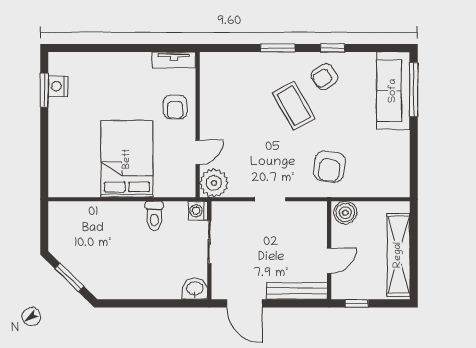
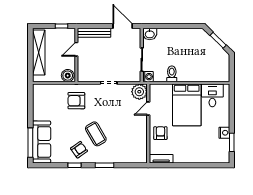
nightstand: (58, 86) -> (224, 133), moved
armchair: (329, 167) -> (76, 101), turned -99
desk: (80, 176) -> (212, 95), added

